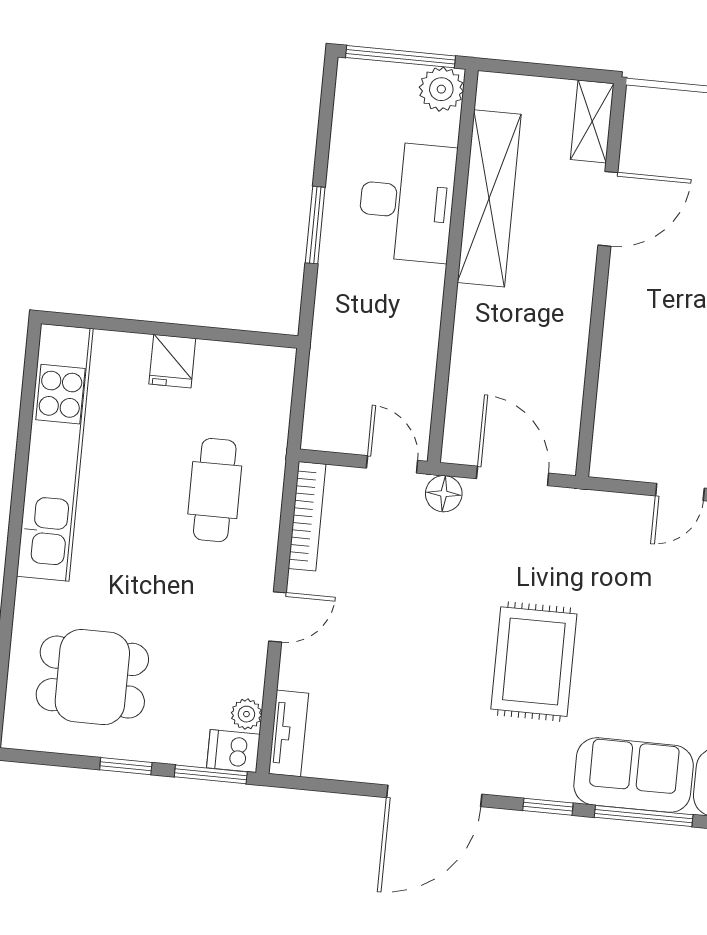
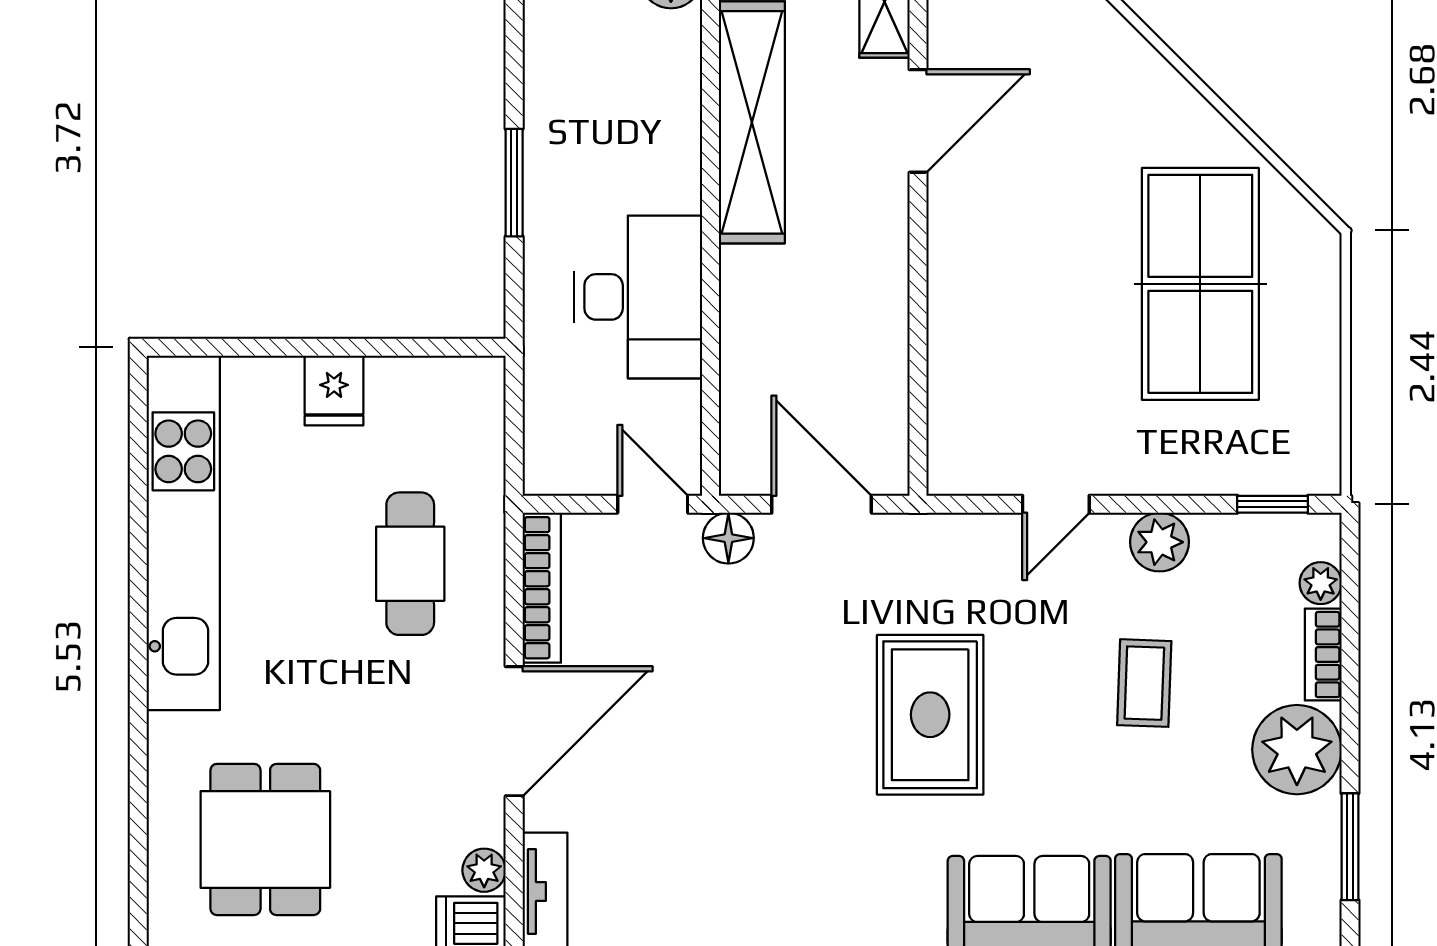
desk: (407, 202) -> (638, 297), moved
door: (277, 617) -> (514, 731), width x1.88
rug: (534, 662) -> (930, 715), moved
dining table: (92, 677) -> (265, 839), turned 90

